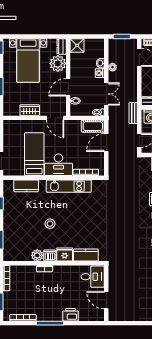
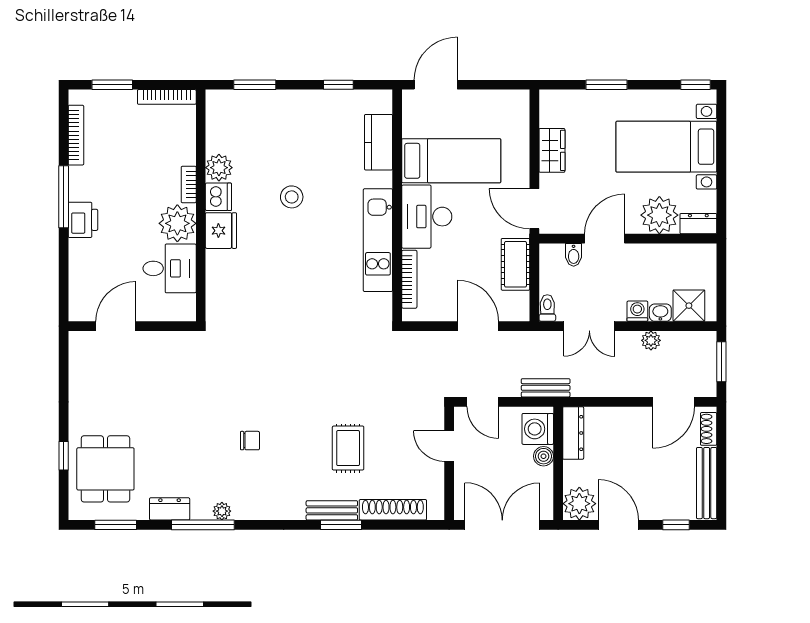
shower: (77, 45) -> (689, 306), moved
door: (68, 87) -> (605, 239), hinge flipped
door: (55, 118) -> (534, 209), hinge flipped
cot: (93, 126) -> (516, 264), moved
kitchen counter: (86, 255) -> (220, 280), removed
plant: (61, 273) -> (177, 223), added
desk: (93, 277) -> (170, 268), moved, turned -90
printer: (70, 315) -> (83, 220), moved

